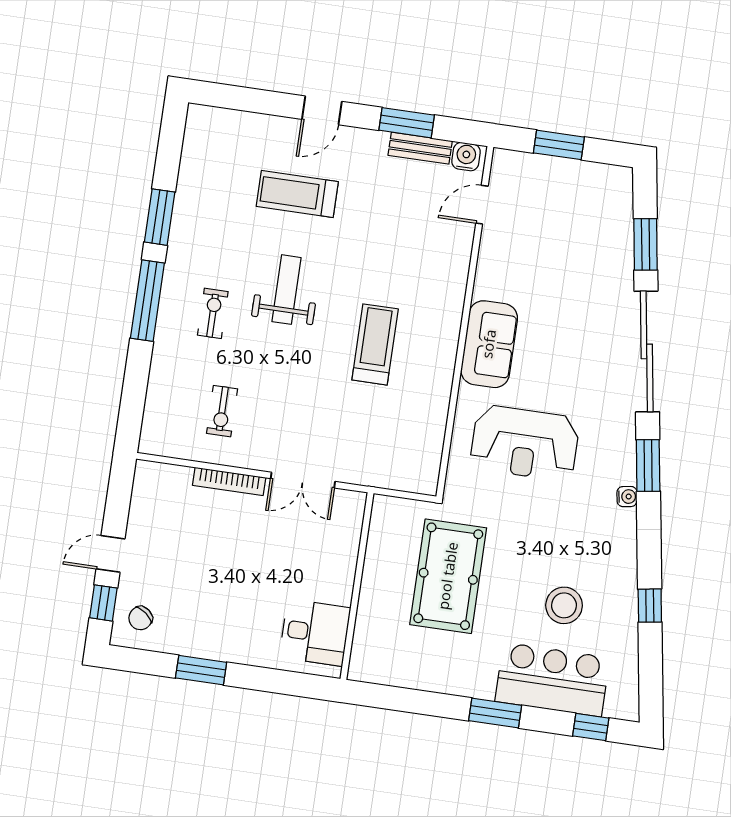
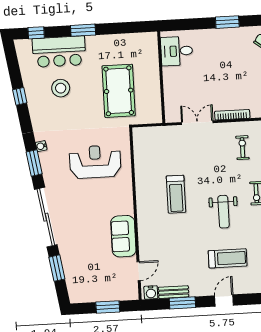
sofa: (489, 344) -> (123, 236), moved

